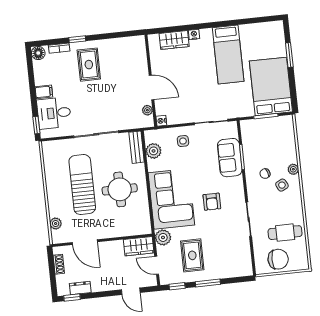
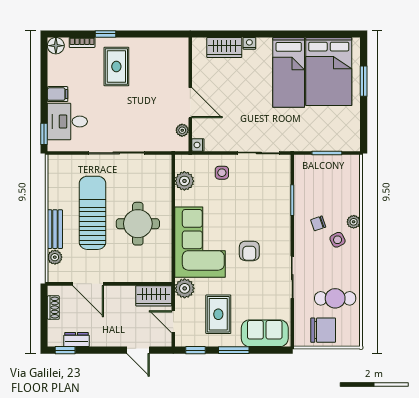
bed: (271, 86) -> (329, 71), moved, turned 180
bench: (137, 147) -> (55, 229), moved
sofa: (230, 158) -> (265, 333), moved, turned 90

